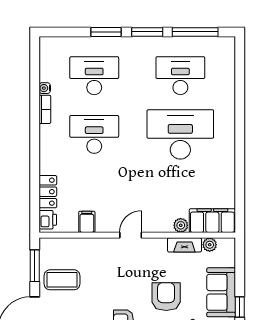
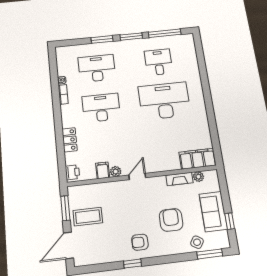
desk: (180, 76) -> (159, 62), width x0.73
locker: (48, 192) -> (69, 140), moved
plant: (181, 225) -> (116, 172), moved

